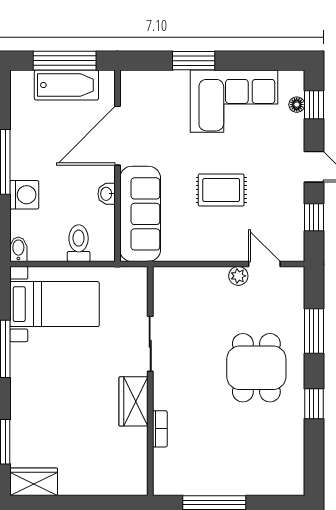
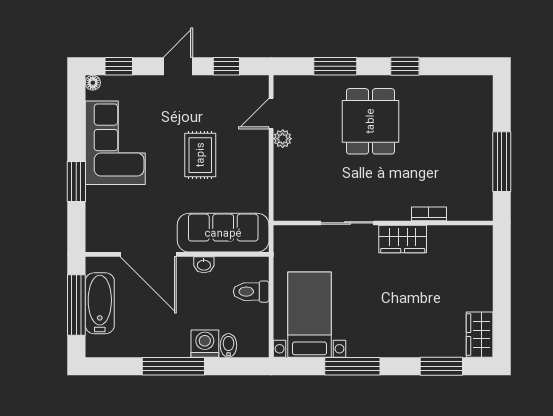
floor lamp: (297, 105) -> (93, 83), moved
bidet: (18, 249) -> (228, 345), moved, turned 90
dining table: (256, 368) -> (370, 121), turned 90

